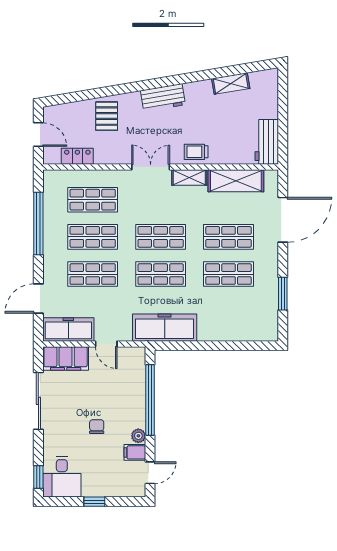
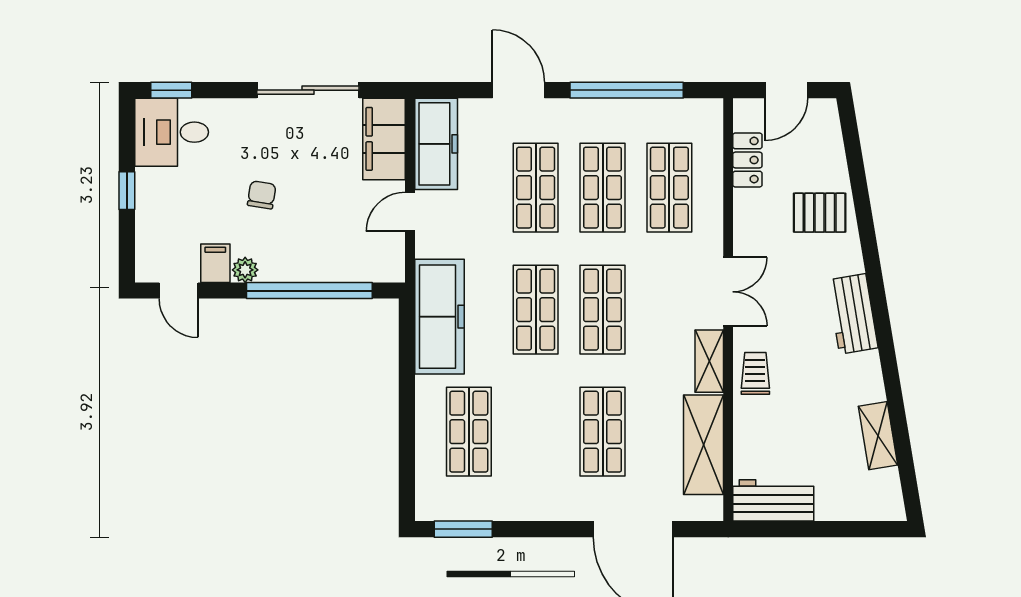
shop shelf: (229, 274) -> (469, 432), moved
window: (283, 294) -> (463, 529), moved
door: (38, 298) -> (518, 90), moved
chair: (97, 427) -> (262, 195), turned -81

